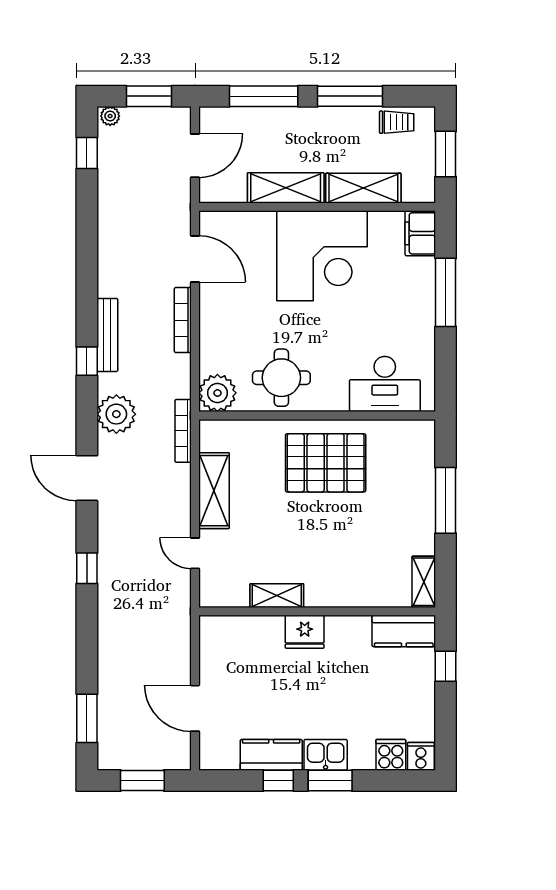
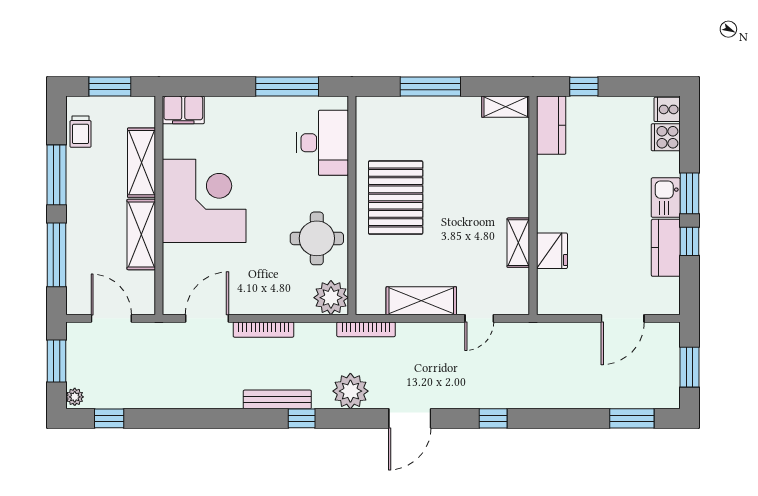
trolley: (397, 122) -> (81, 132), turned 180
window: (446, 292) -> (287, 87), moved
fridge: (305, 632) -> (552, 251), moved

